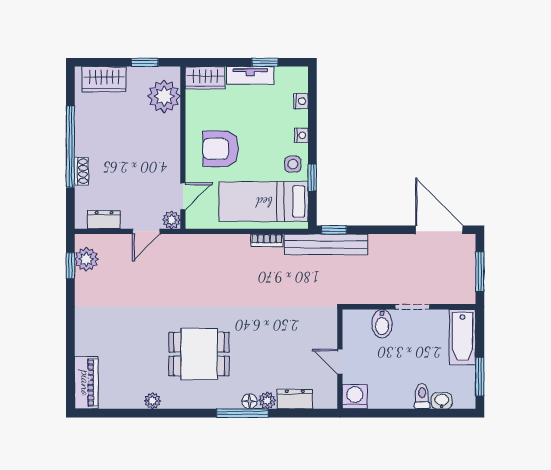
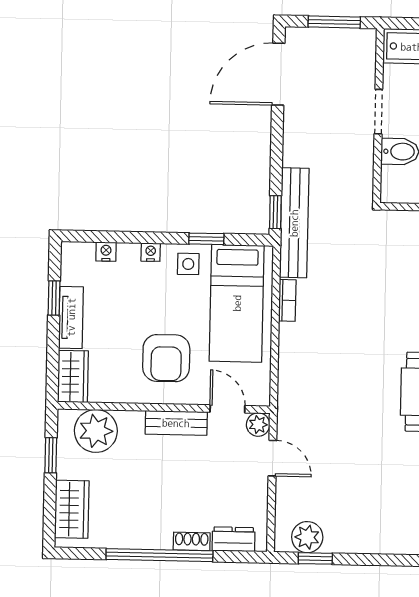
bench: (171, 157) -> (176, 423), added
dresser: (104, 220) -> (234, 539), moved, turned 90

